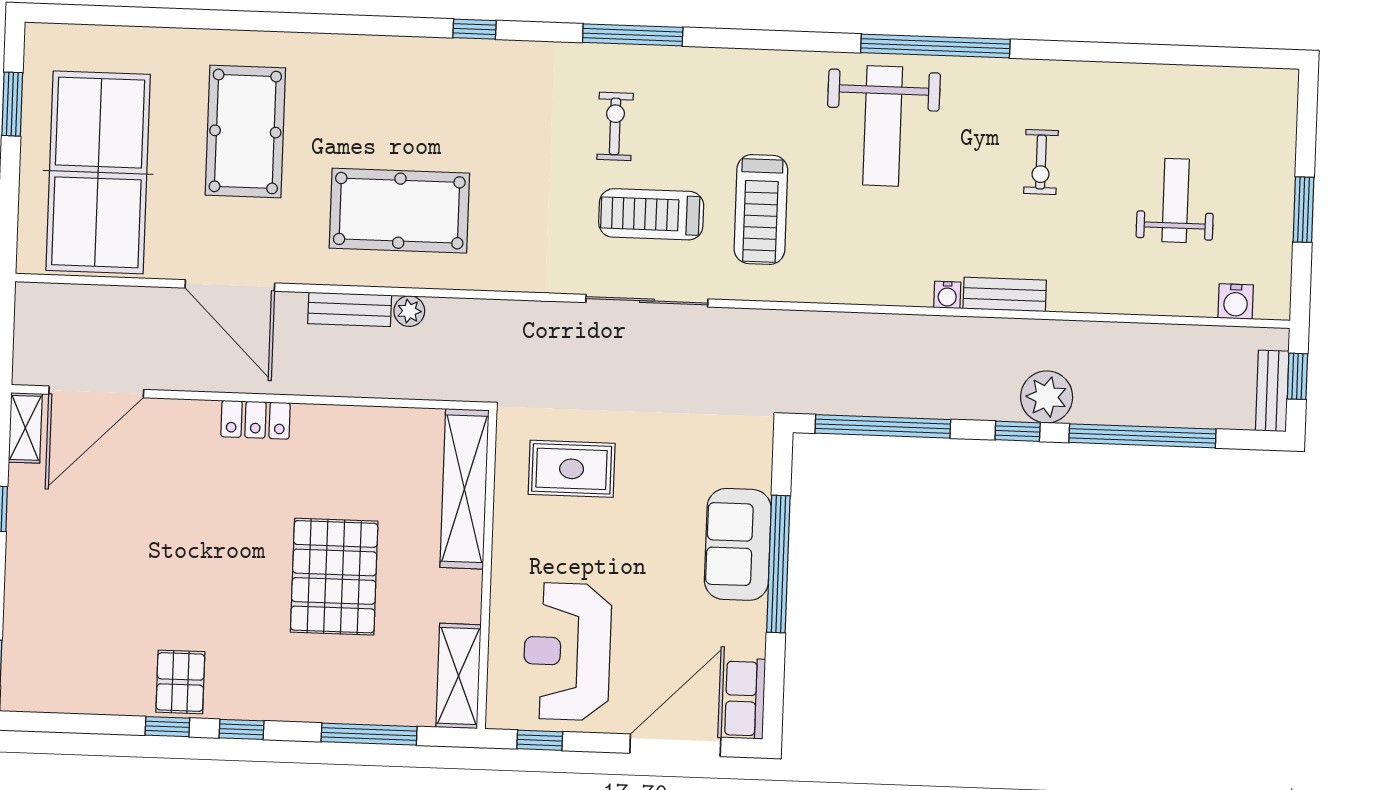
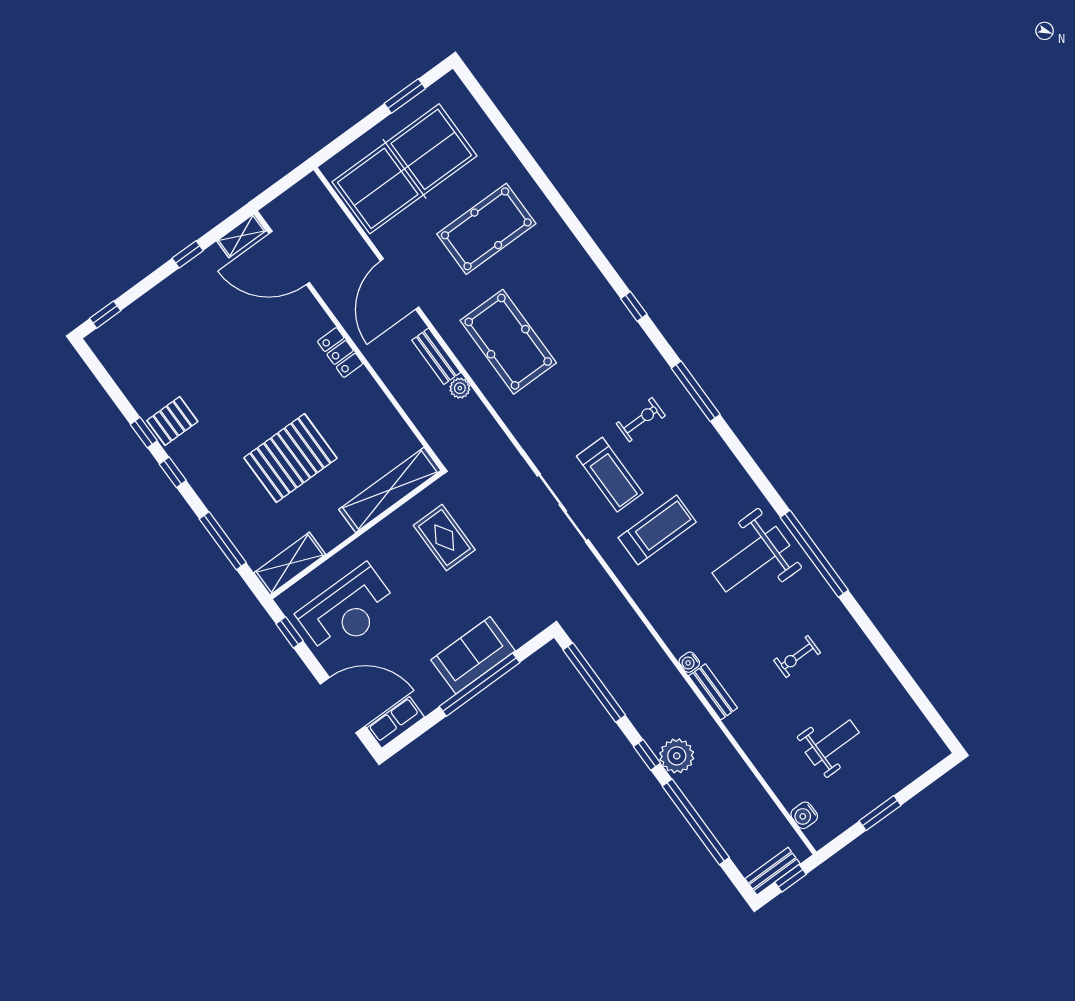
treadmill: (761, 209) -> (657, 530), turned 180
treadmill: (651, 214) -> (610, 475), turned 180
reception desk: (567, 652) -> (347, 610), turned 180

